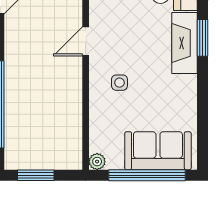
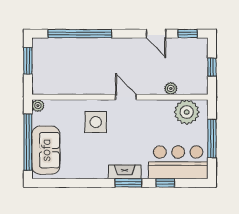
fireplace: (185, 43) -> (125, 172), width x0.73, depth x0.76
side table: (119, 83) -> (96, 122), width x1.87, depth x1.87

